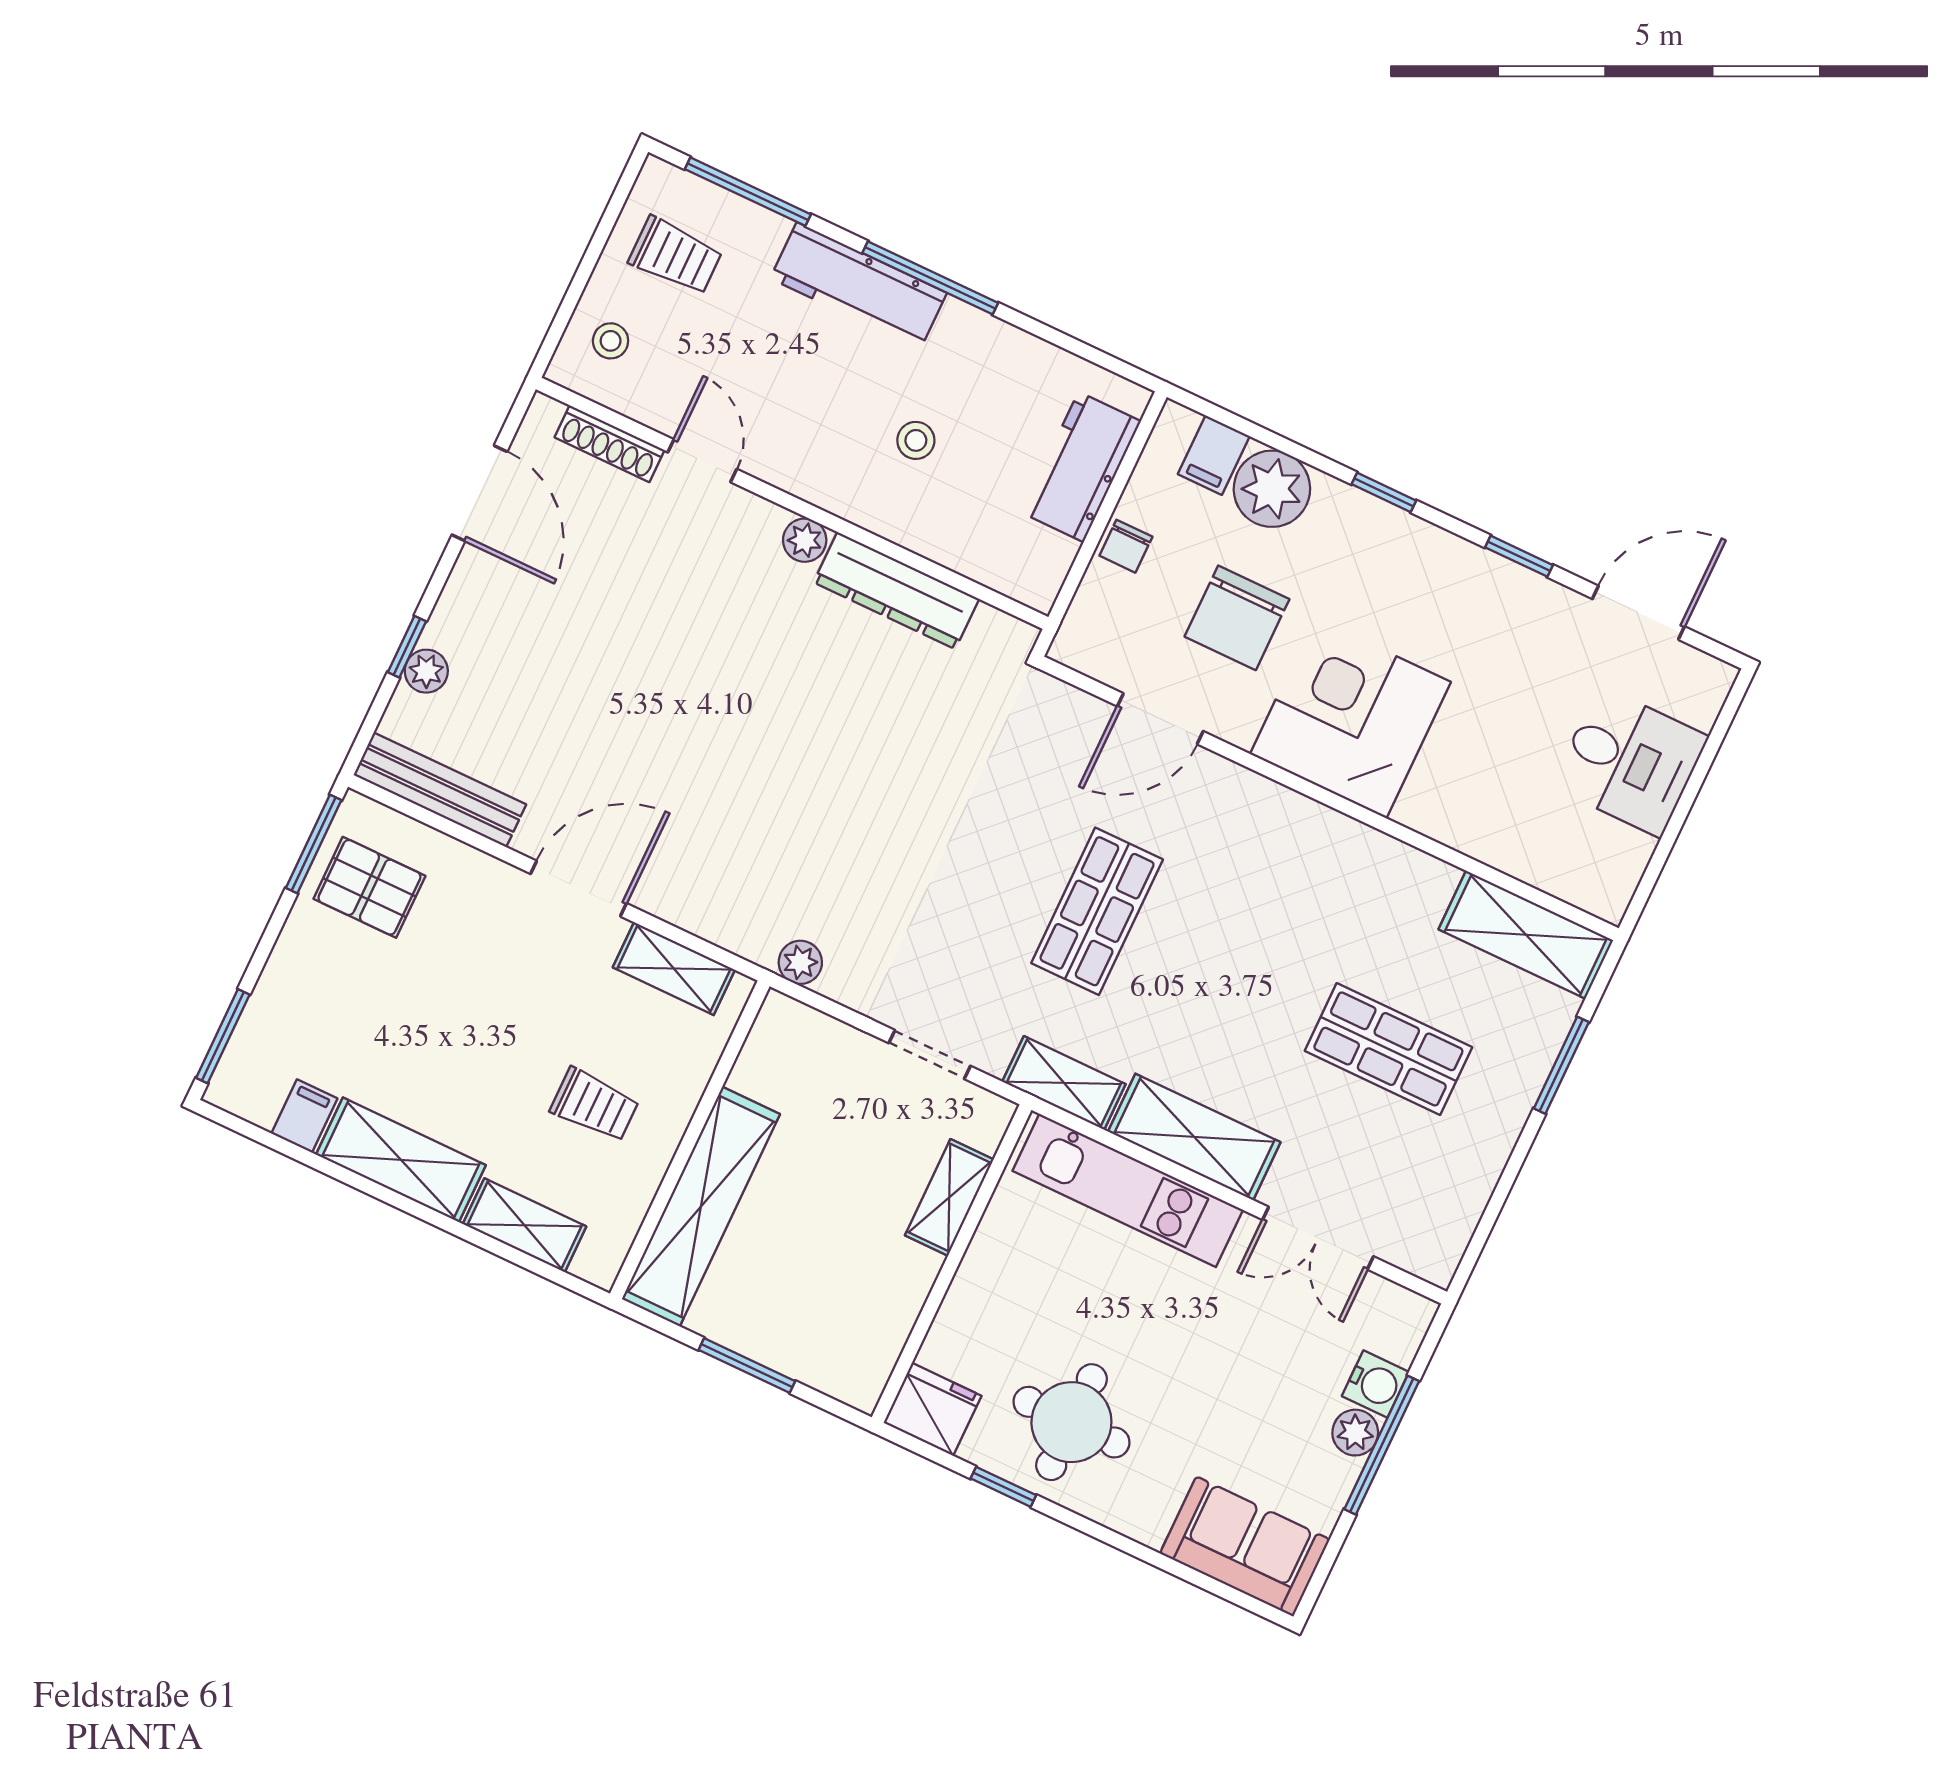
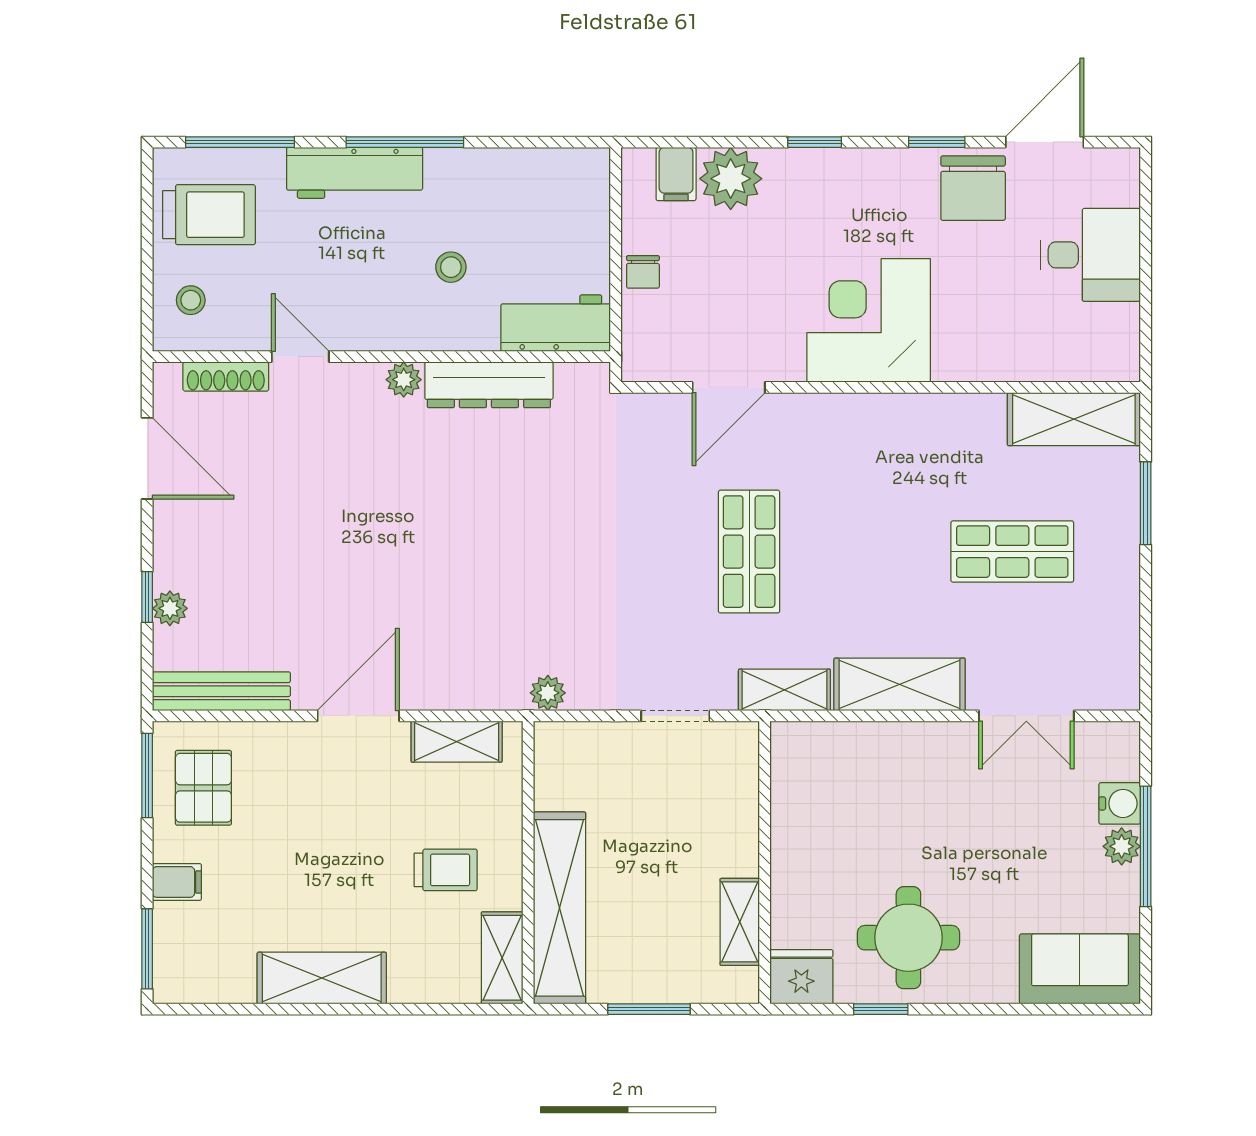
trolley: (675, 256) -> (209, 215), width x1.36, depth x1.39
workbench: (1081, 467) -> (556, 323), moved, turned 90
chair: (1237, 618) -> (973, 188), moved
pallet: (369, 887) -> (203, 788), turned 90
filing cabinet: (304, 1116) -> (177, 882), moved, turned 90
kitchen unit: (1128, 1190) -> (869, 747), removed
shelving: (949, 1197) -> (740, 922), moved
shelving: (525, 1225) -> (502, 958), moved, turned 90

